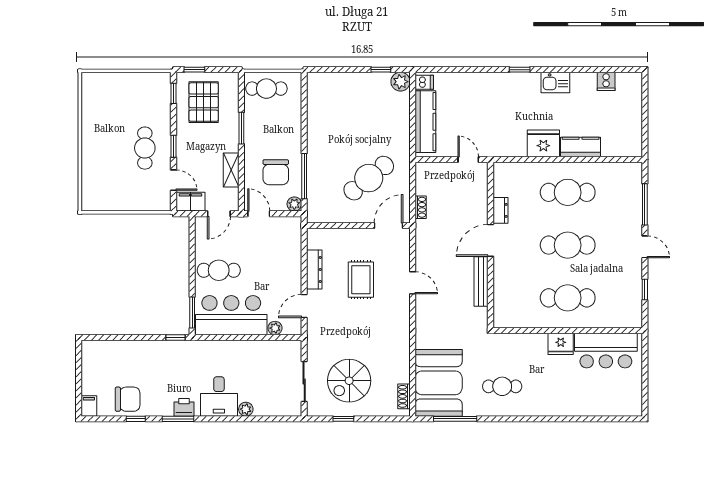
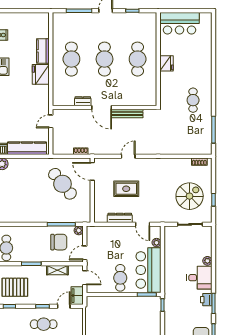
bar counter: (606, 351) -> (179, 23), moved, turned 90
spiral stairs: (349, 381) -> (190, 196), turned -90
booth: (439, 383) -> (191, 140), removed

